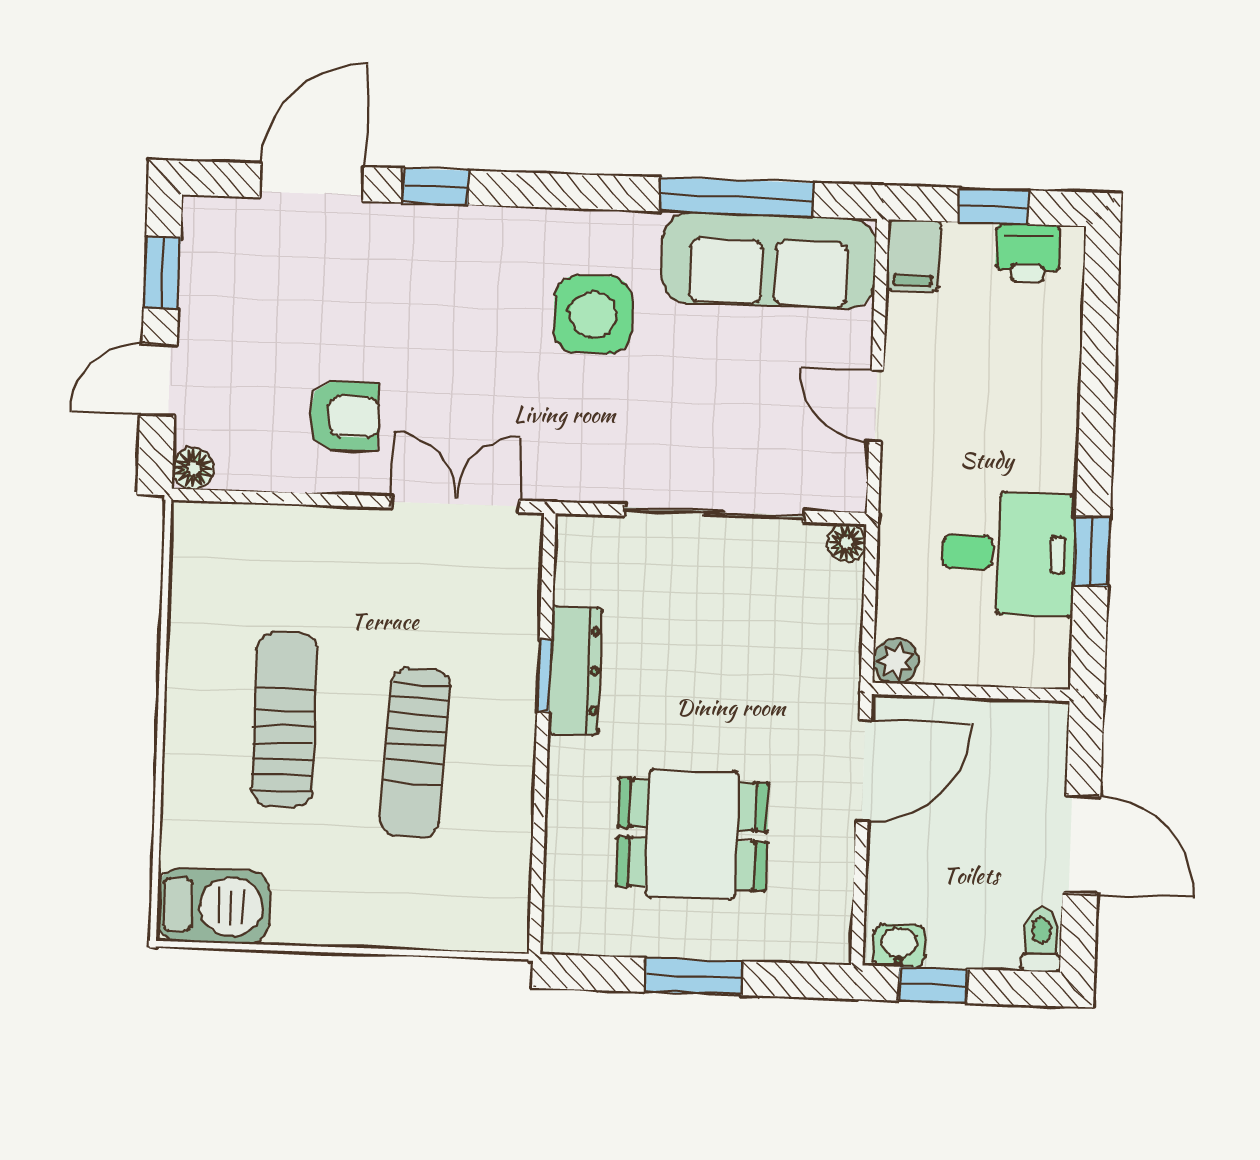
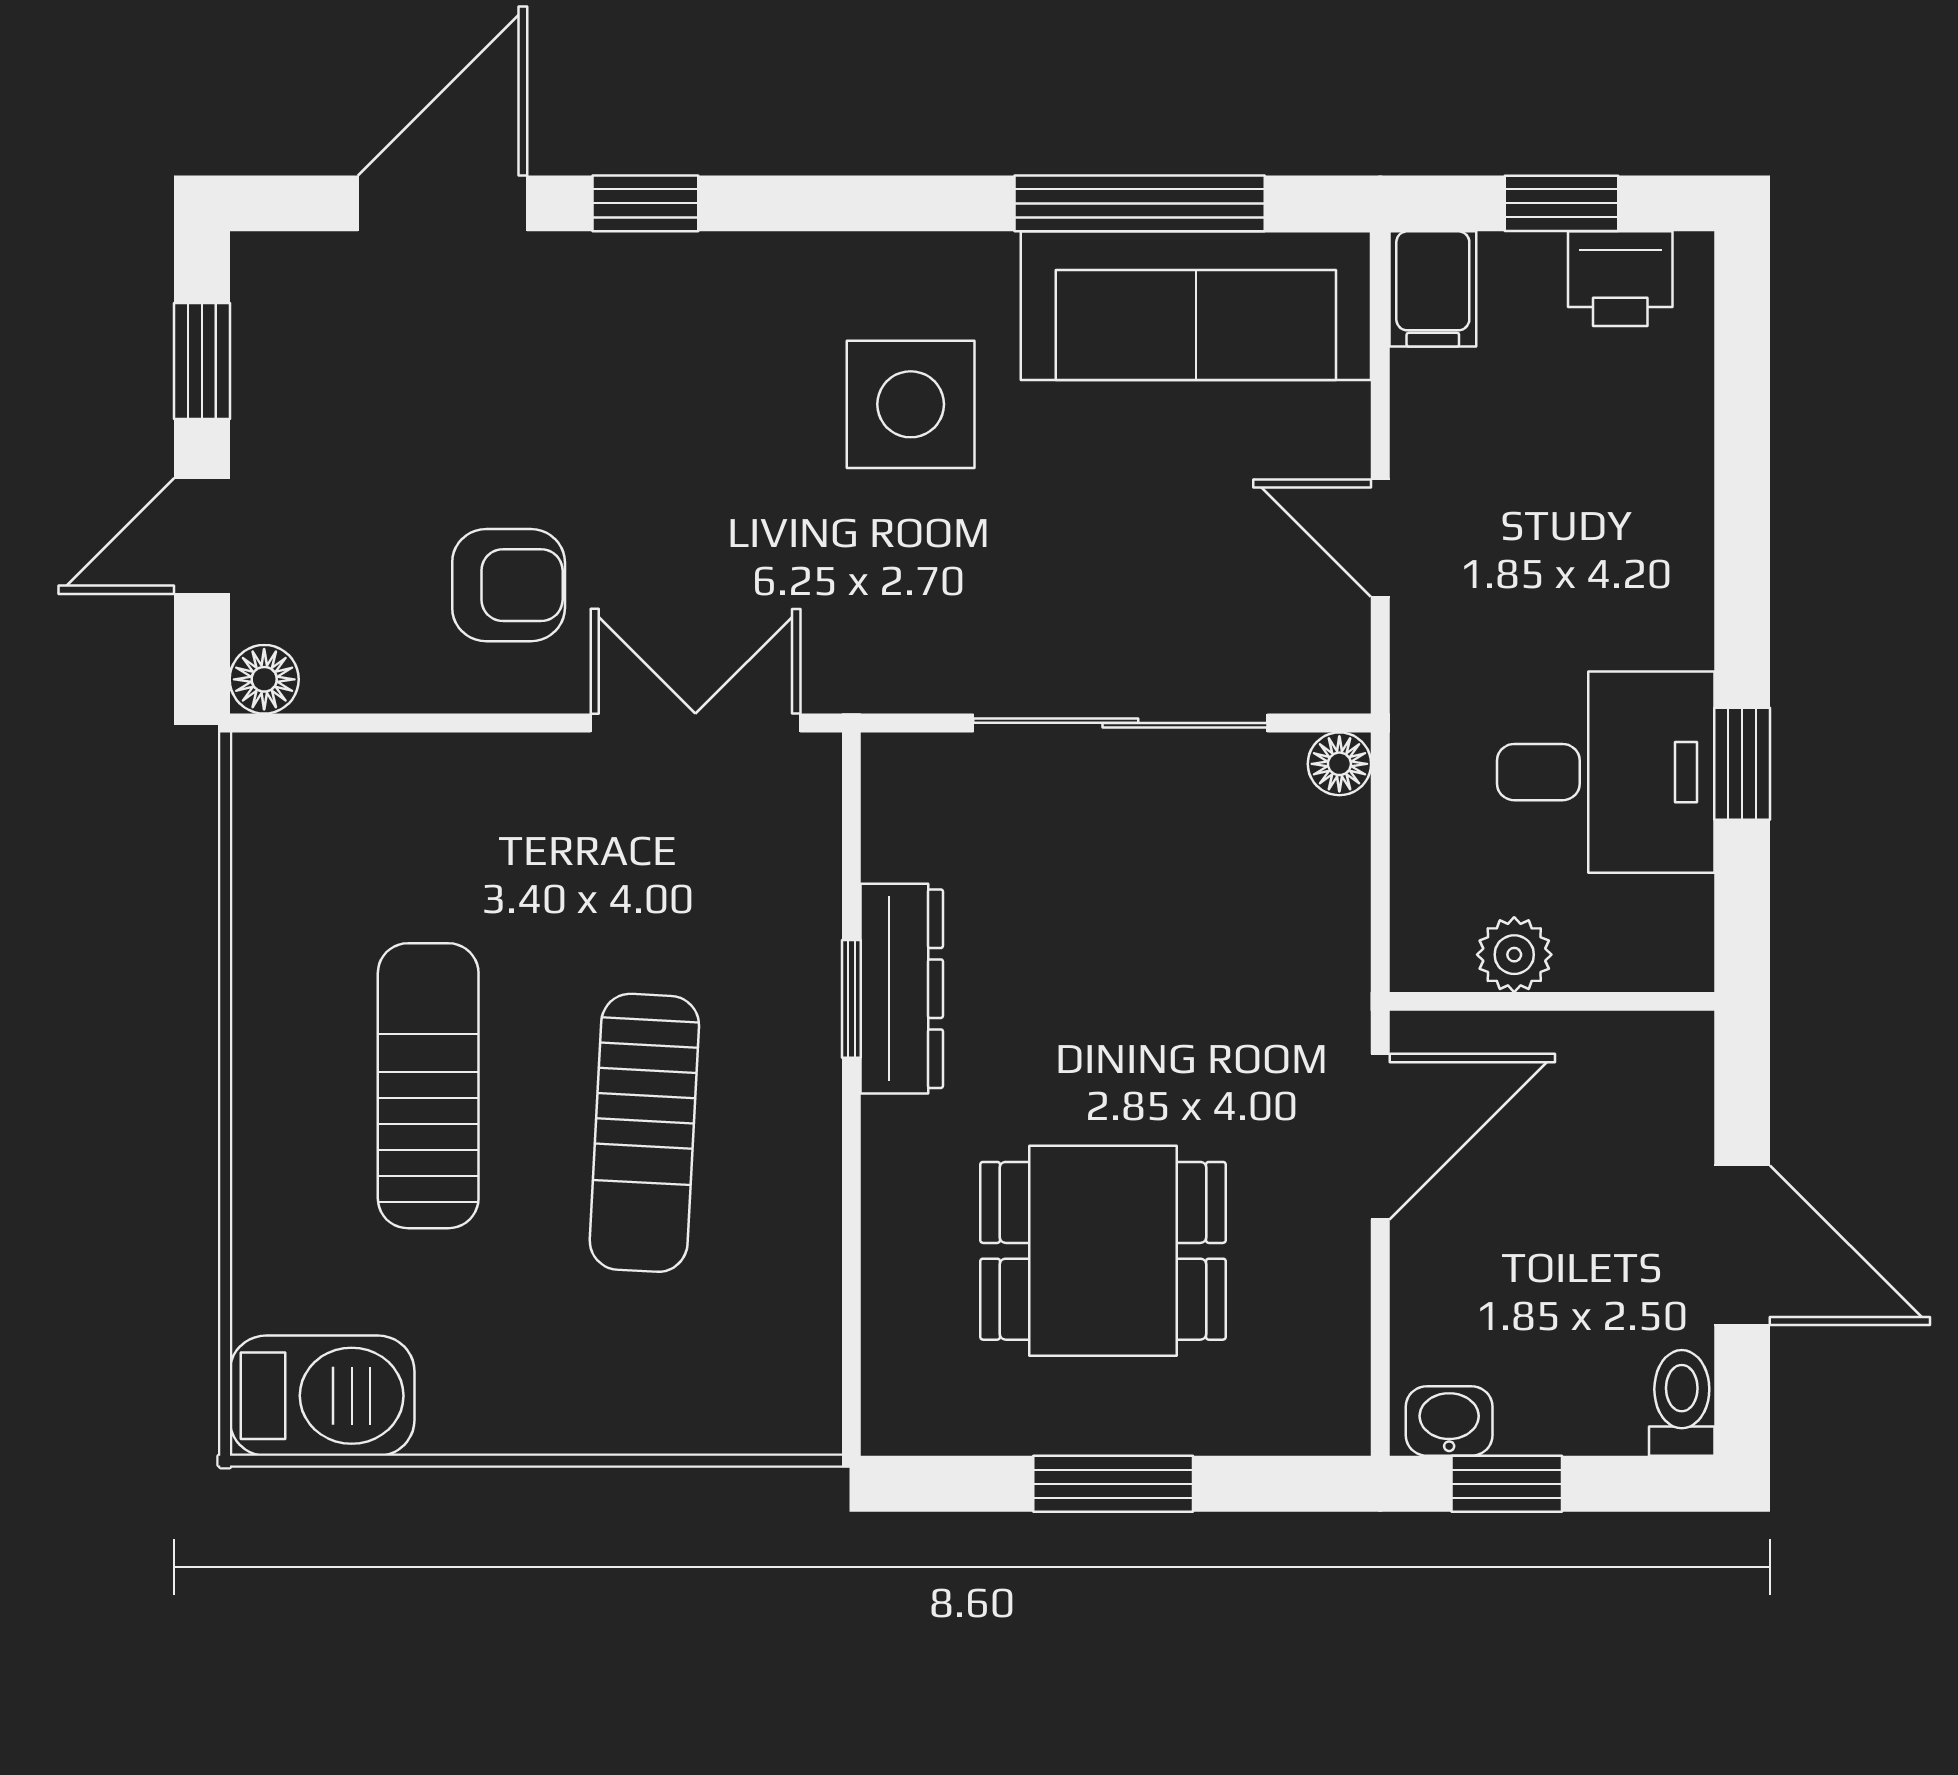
plant: (896, 661) -> (1514, 955), moved

